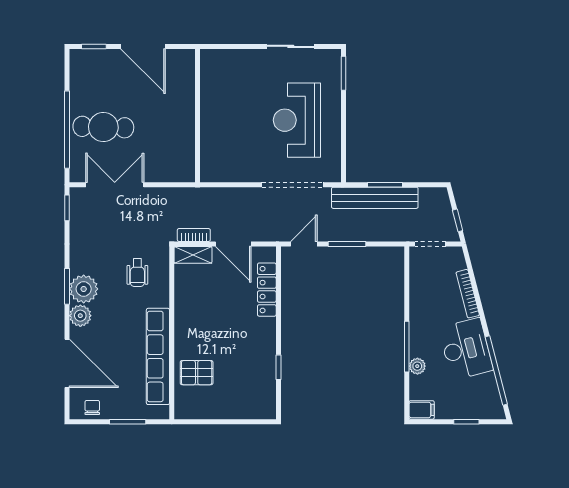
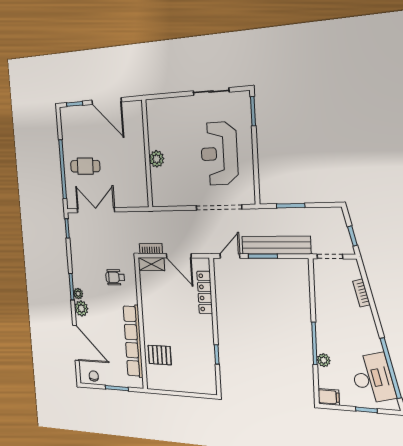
plant: (210, 123) -> (157, 159), added
cafe table: (103, 127) -> (85, 166), width x0.73, depth x0.74
bench: (375, 198) -> (276, 245), moved
wheelchair: (137, 273) -> (115, 277), turned 90
plant: (84, 289) -> (78, 294), width x0.53, depth x0.53
bookcase: (468, 294) -> (361, 293), width x0.64
desk: (466, 349) -> (373, 378), moved

